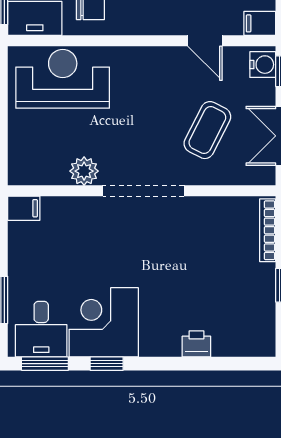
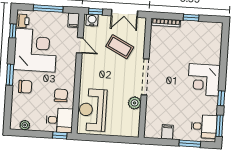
door: (205, 41) -> (80, 45), hinge flipped
filing cabinet: (24, 208) -> (167, 132), moved
corner desk: (104, 322) -> (204, 80), moved
printer: (196, 344) -> (215, 58), removed

